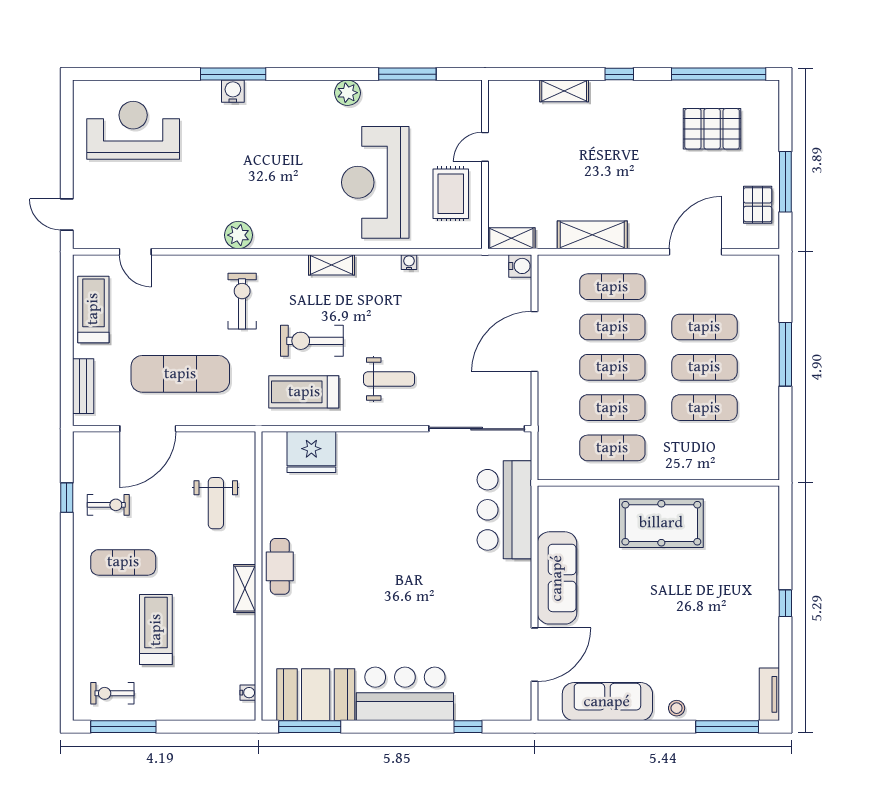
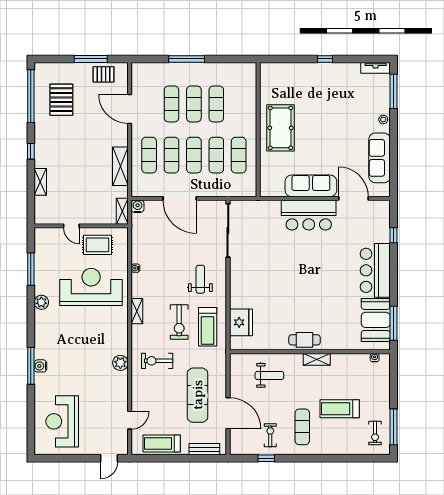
reception desk: (375, 182) -> (91, 287), turned 180
bar counter: (504, 510) -> (309, 215), moved

